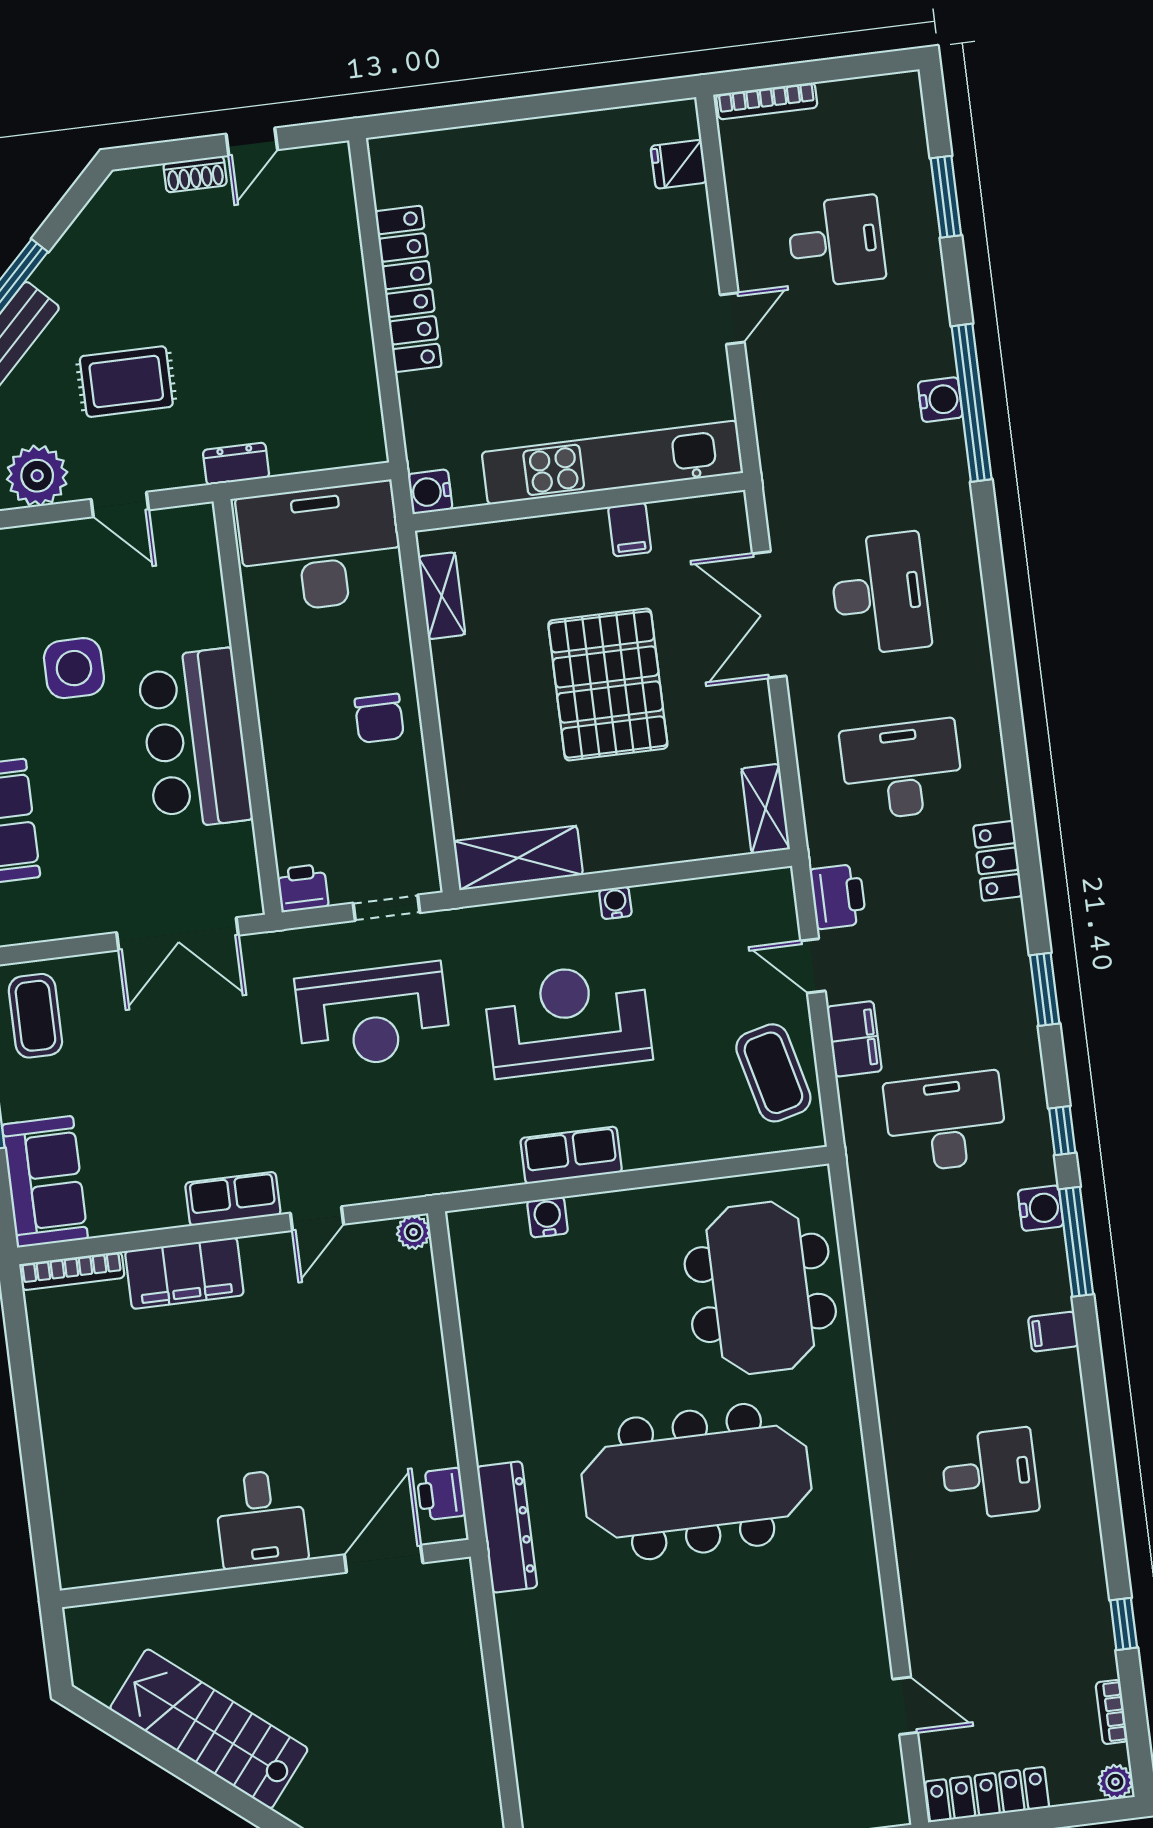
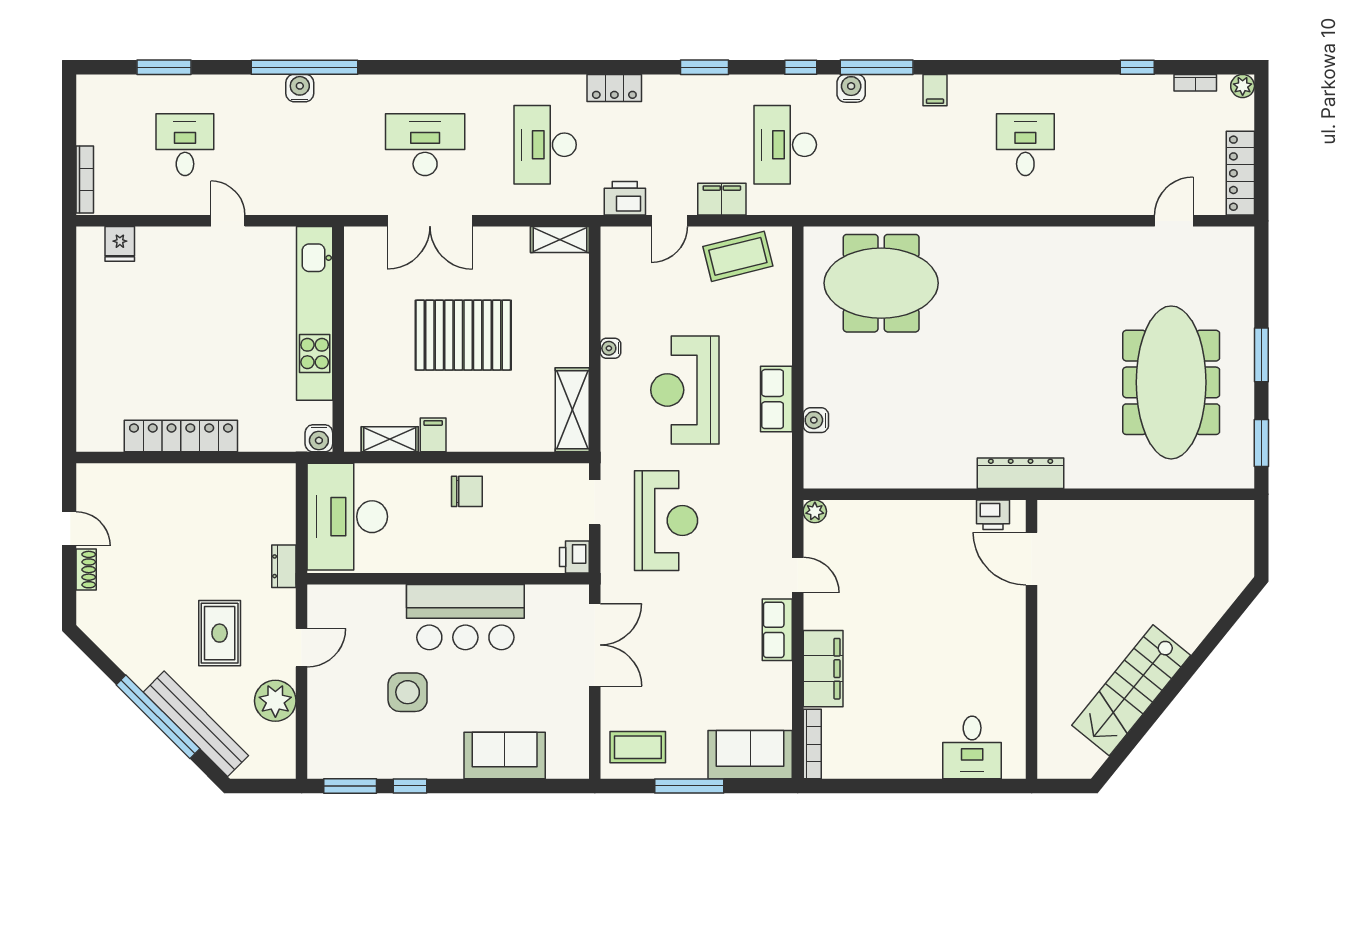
filing cabinet: (630, 529) -> (433, 435), moved, turned -90
meeting table: (696, 1482) -> (1171, 382), moved
desk: (261, 1519) -> (972, 747), moved, turned 90

